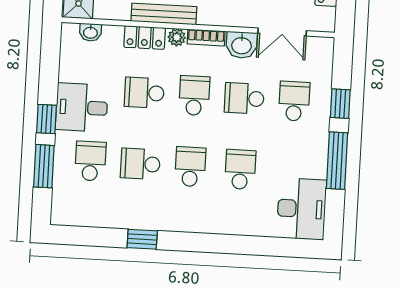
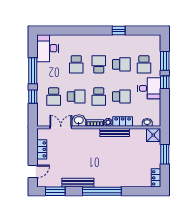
school desk: (190, 167) -> (99, 64), turned 180

